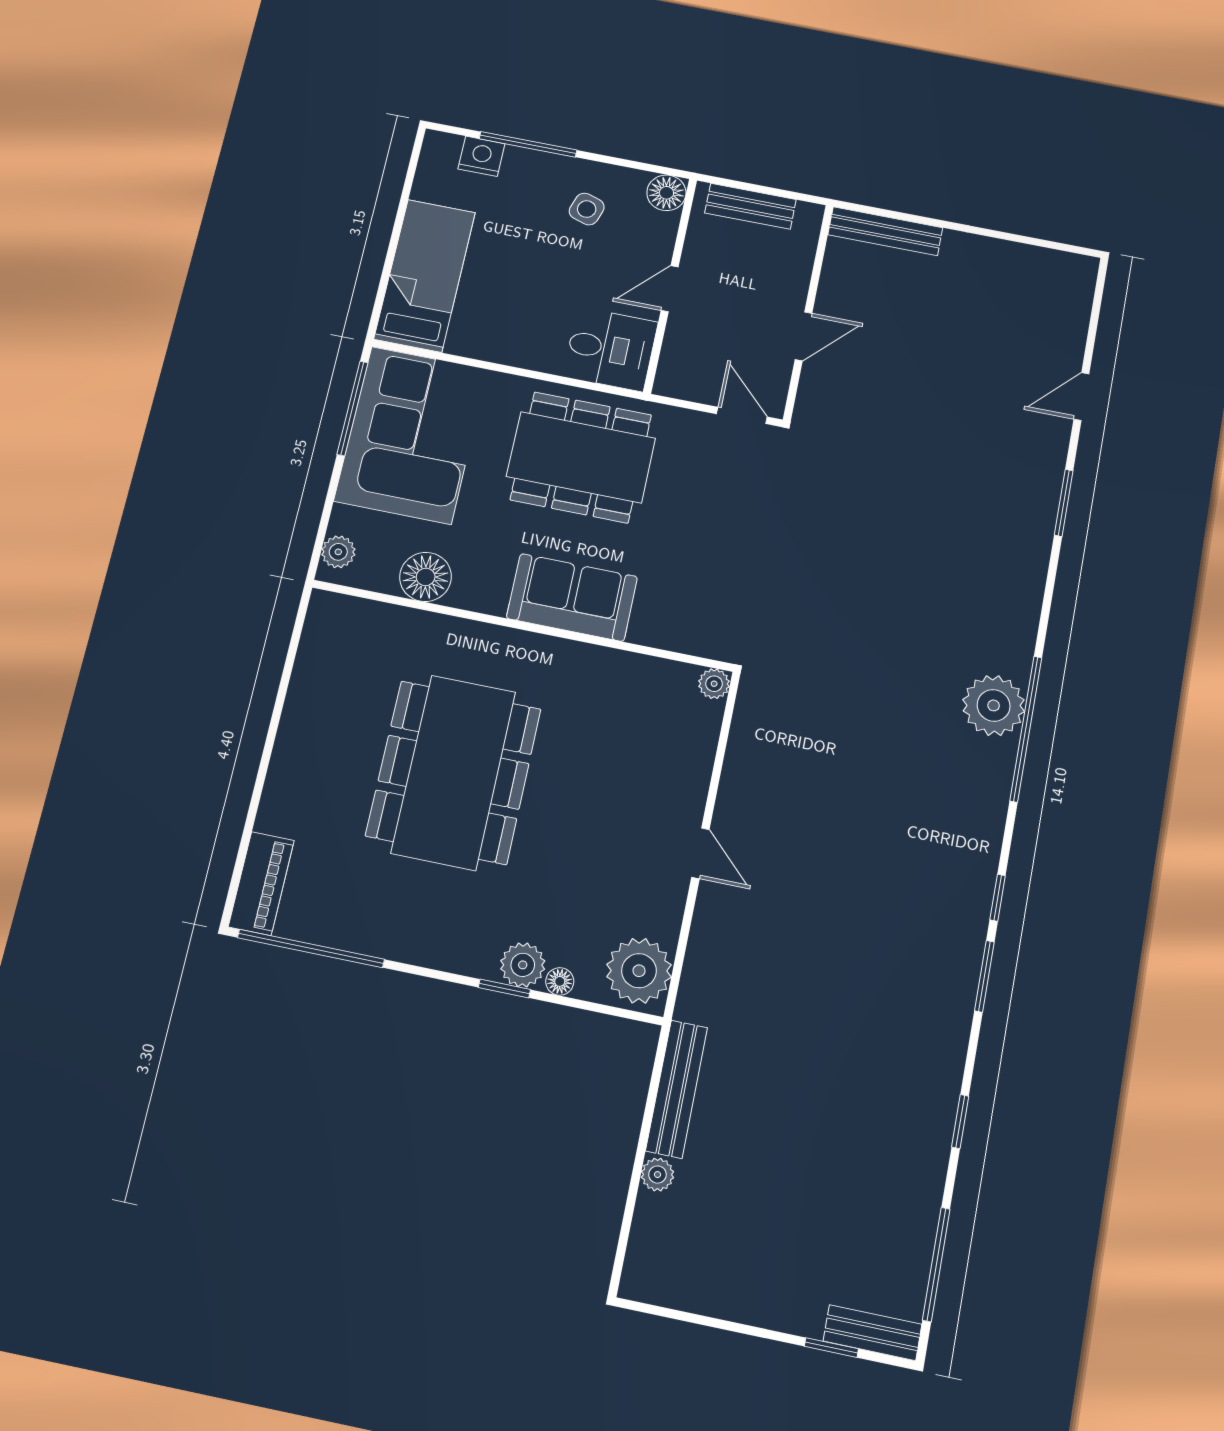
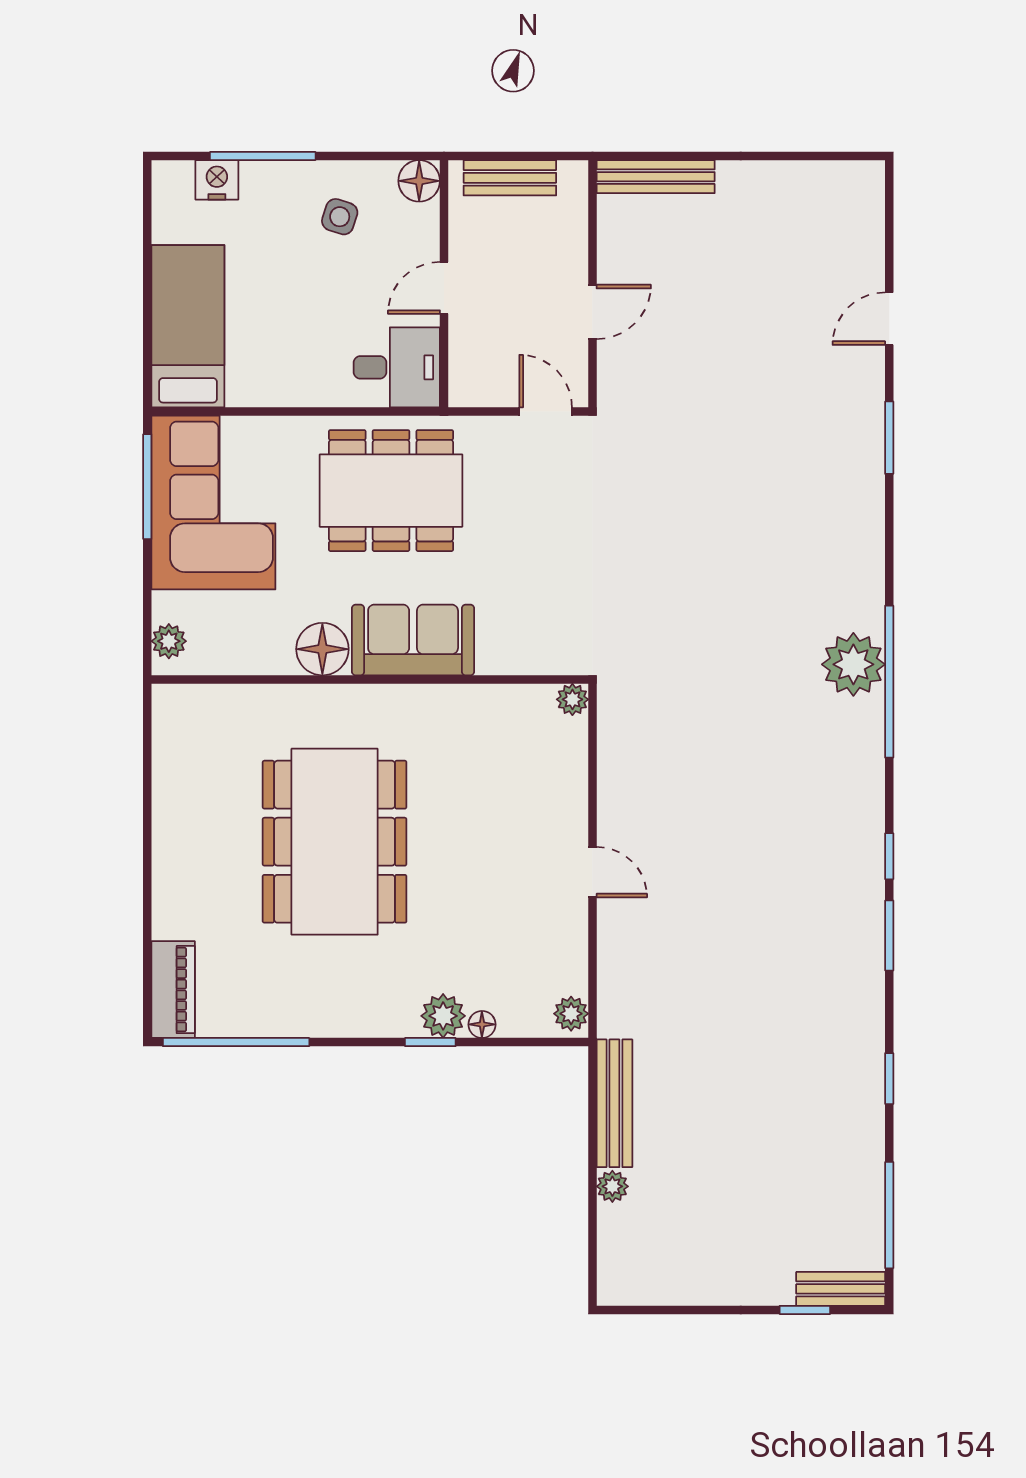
floor lamp: (426, 577) -> (322, 649), moved
plant: (639, 971) -> (571, 1014), width x0.53, depth x0.53

